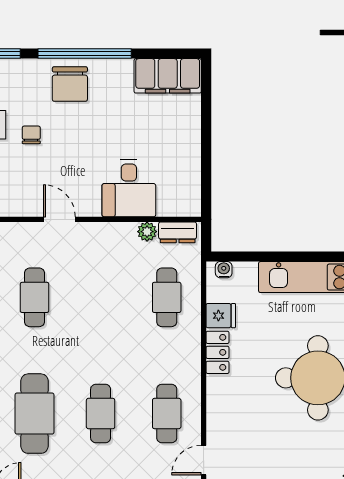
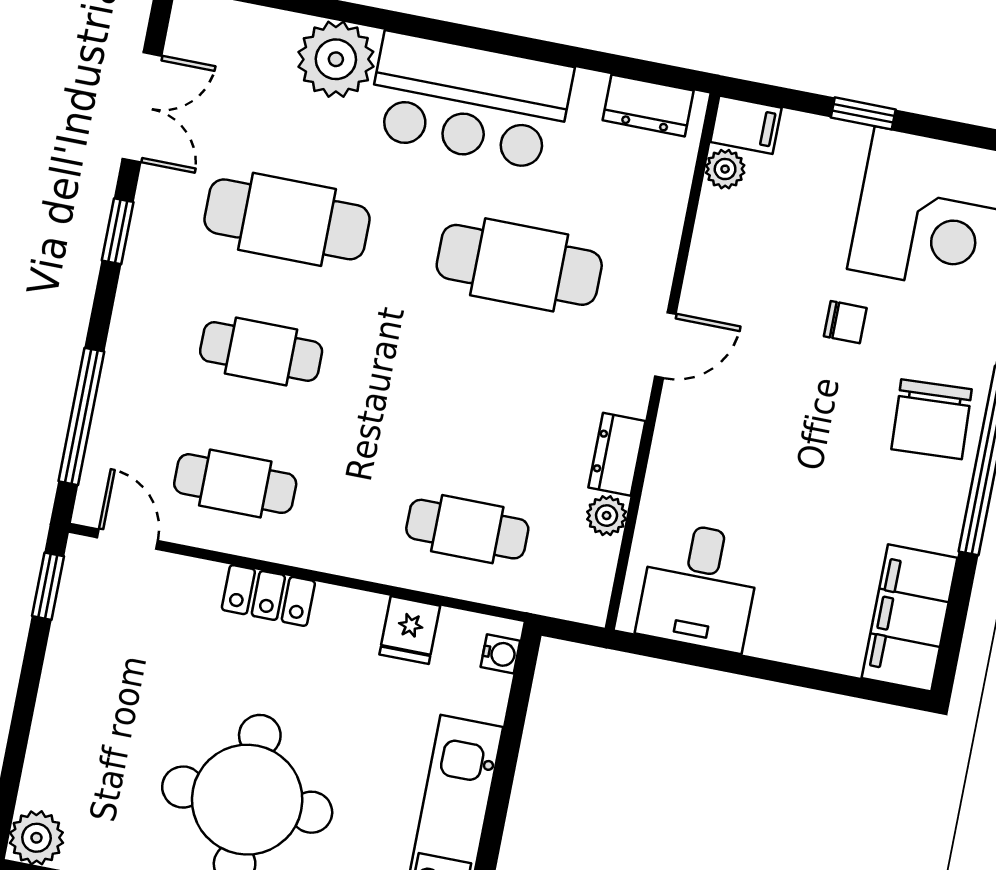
chair: (70, 84) -> (932, 419), turned -93
desk: (129, 188) -> (699, 586), moved, turned -90
dresser: (178, 232) -> (617, 454), moved
cafe table: (35, 297) -> (519, 265), width x1.37, depth x1.35
locker: (218, 352) -> (268, 595), moved

